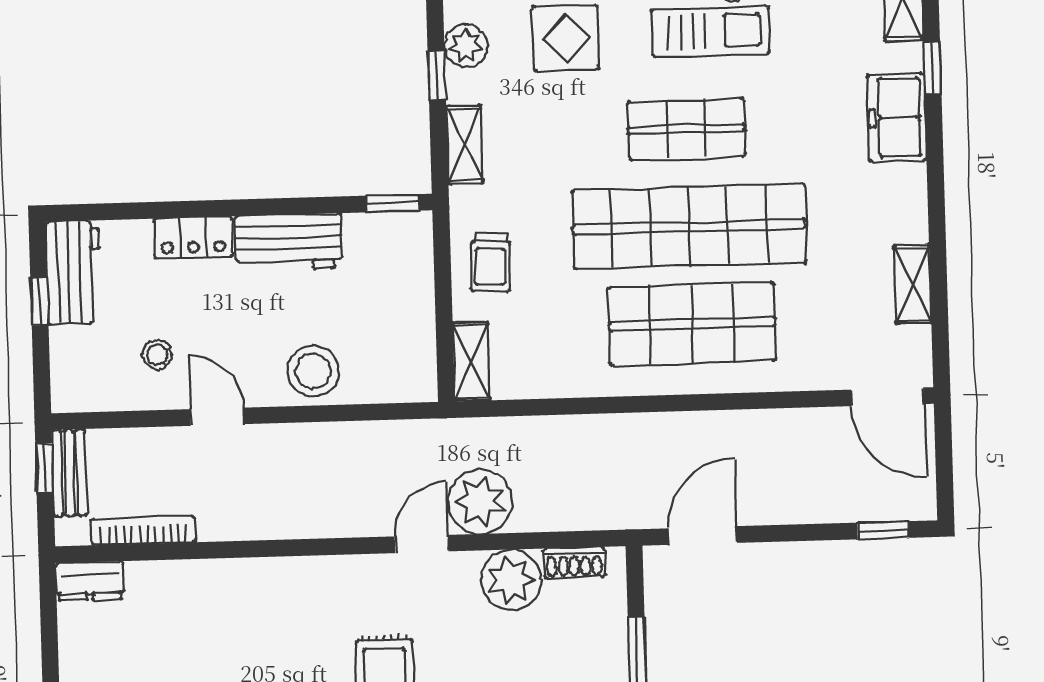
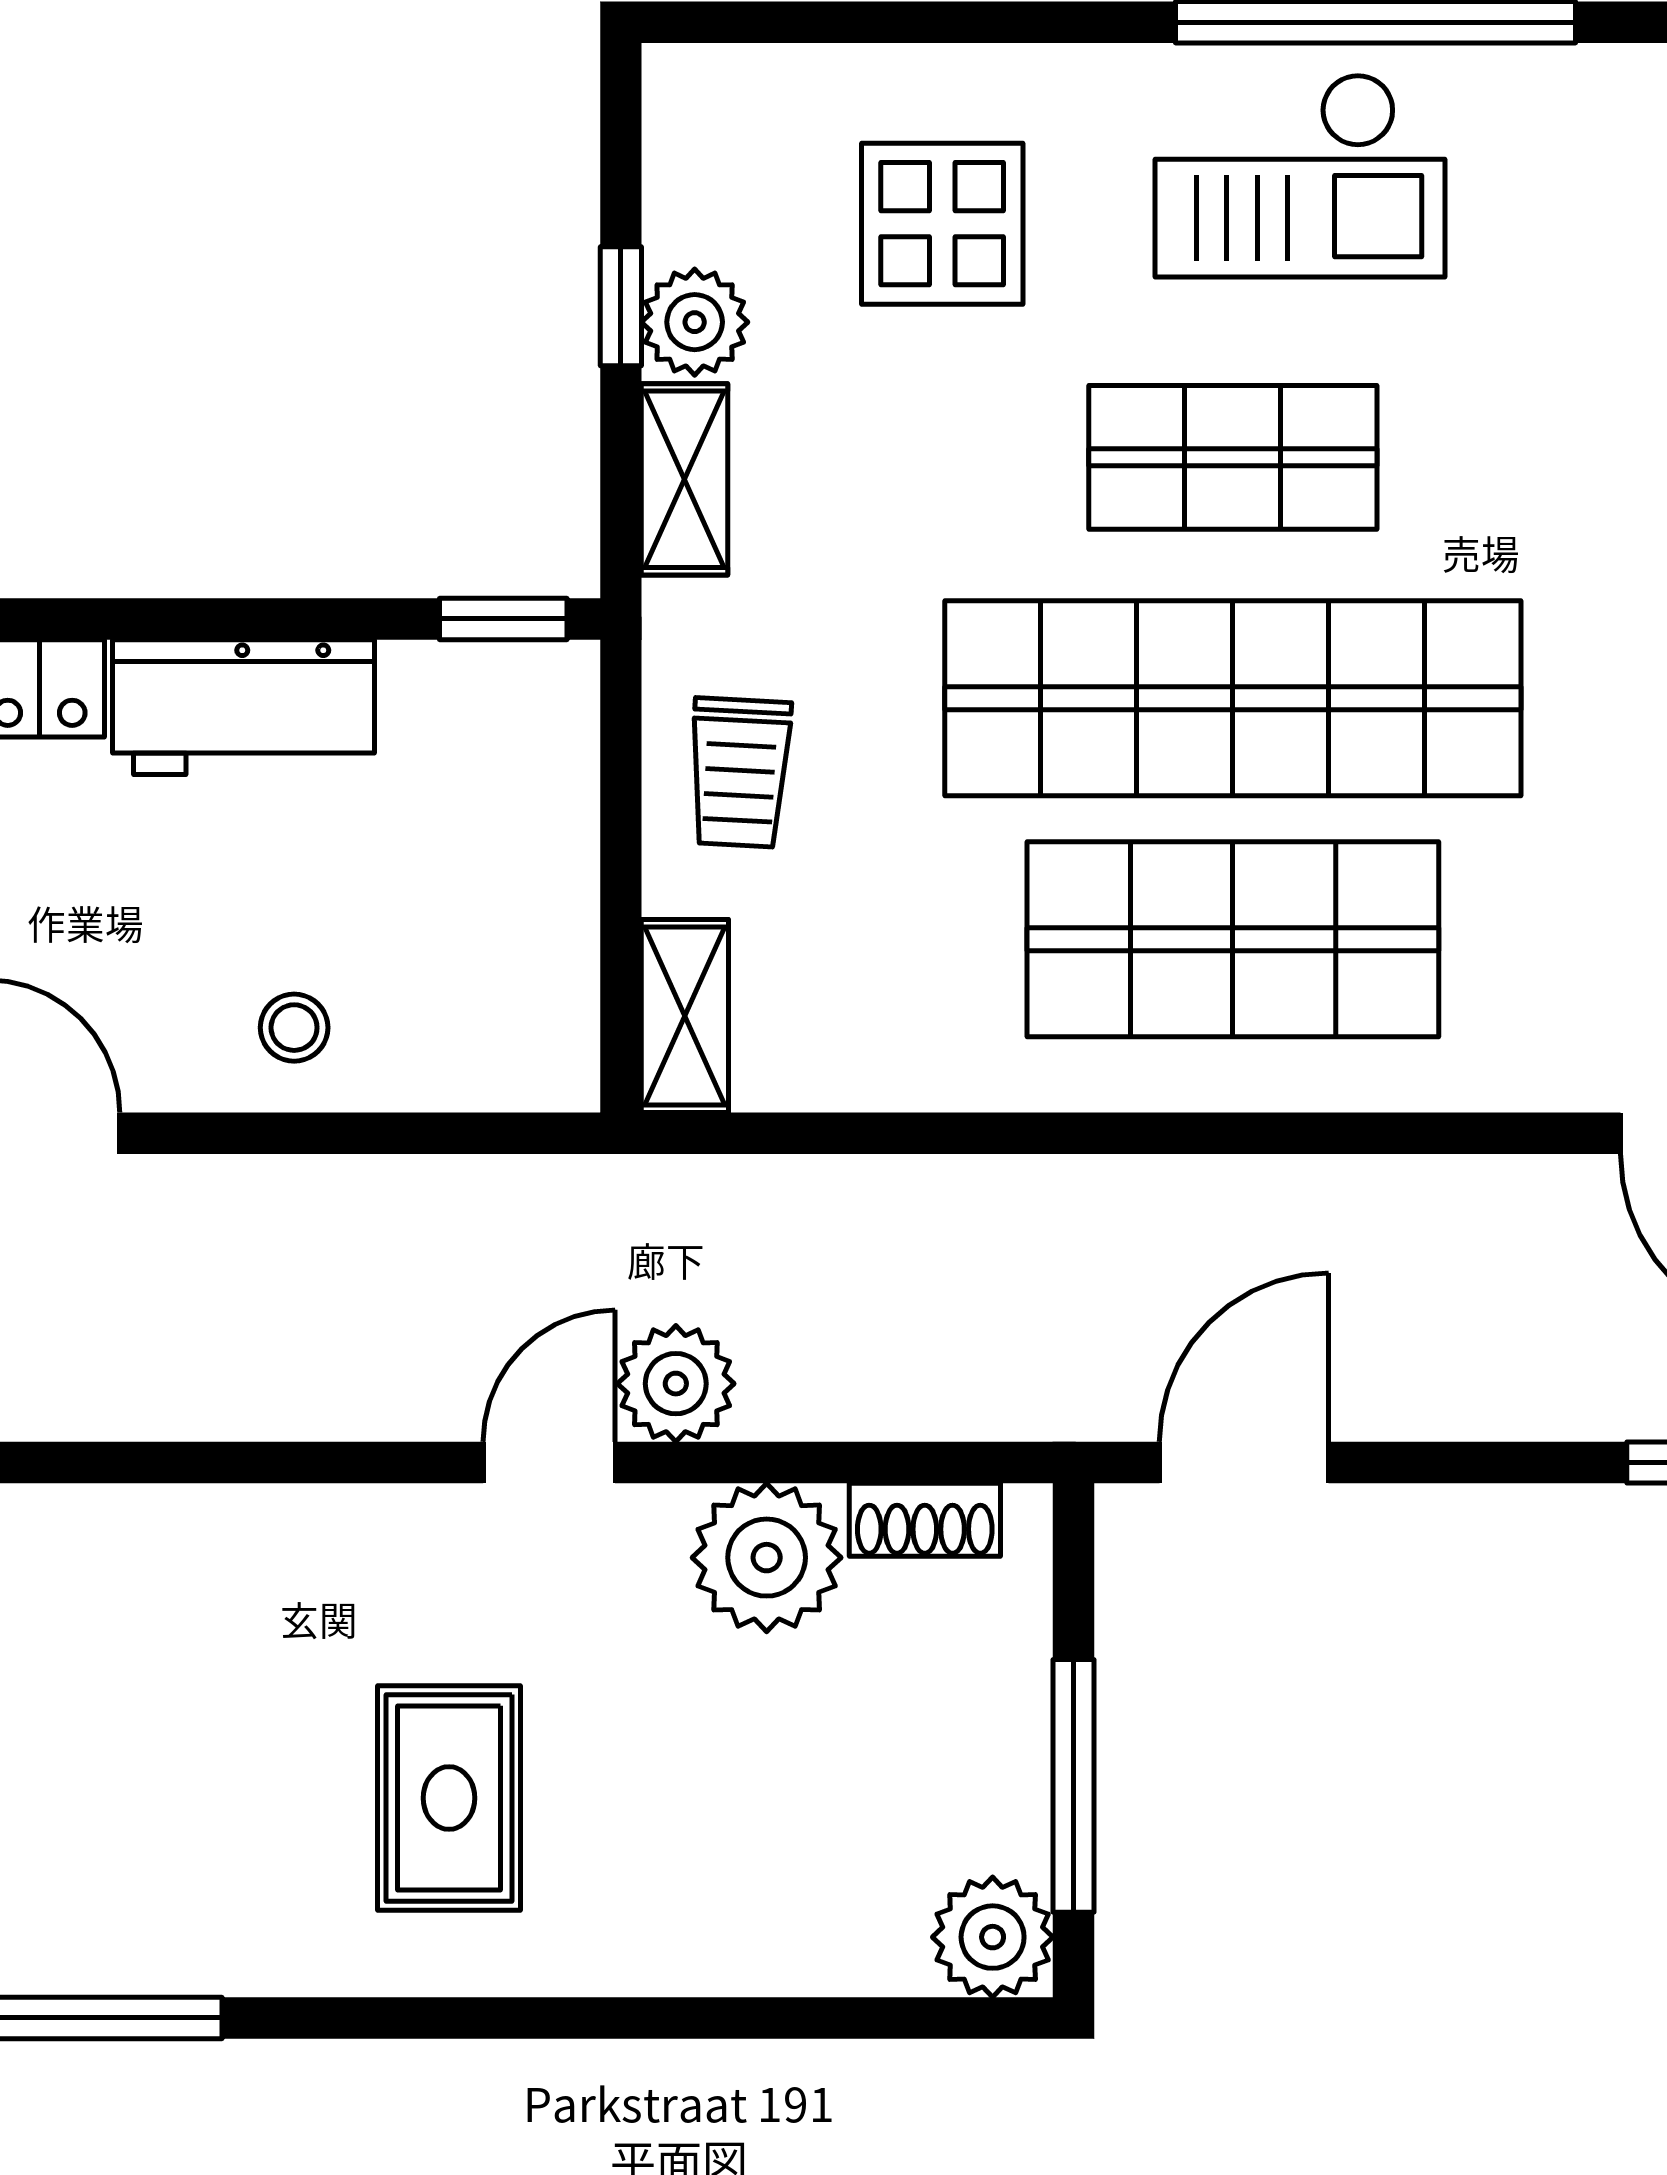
plant: (466, 46) -> (695, 322), moved
stool: (313, 371) -> (294, 1028), width x0.53, depth x0.53
plant: (480, 502) -> (676, 1384), width x0.73, depth x0.73

